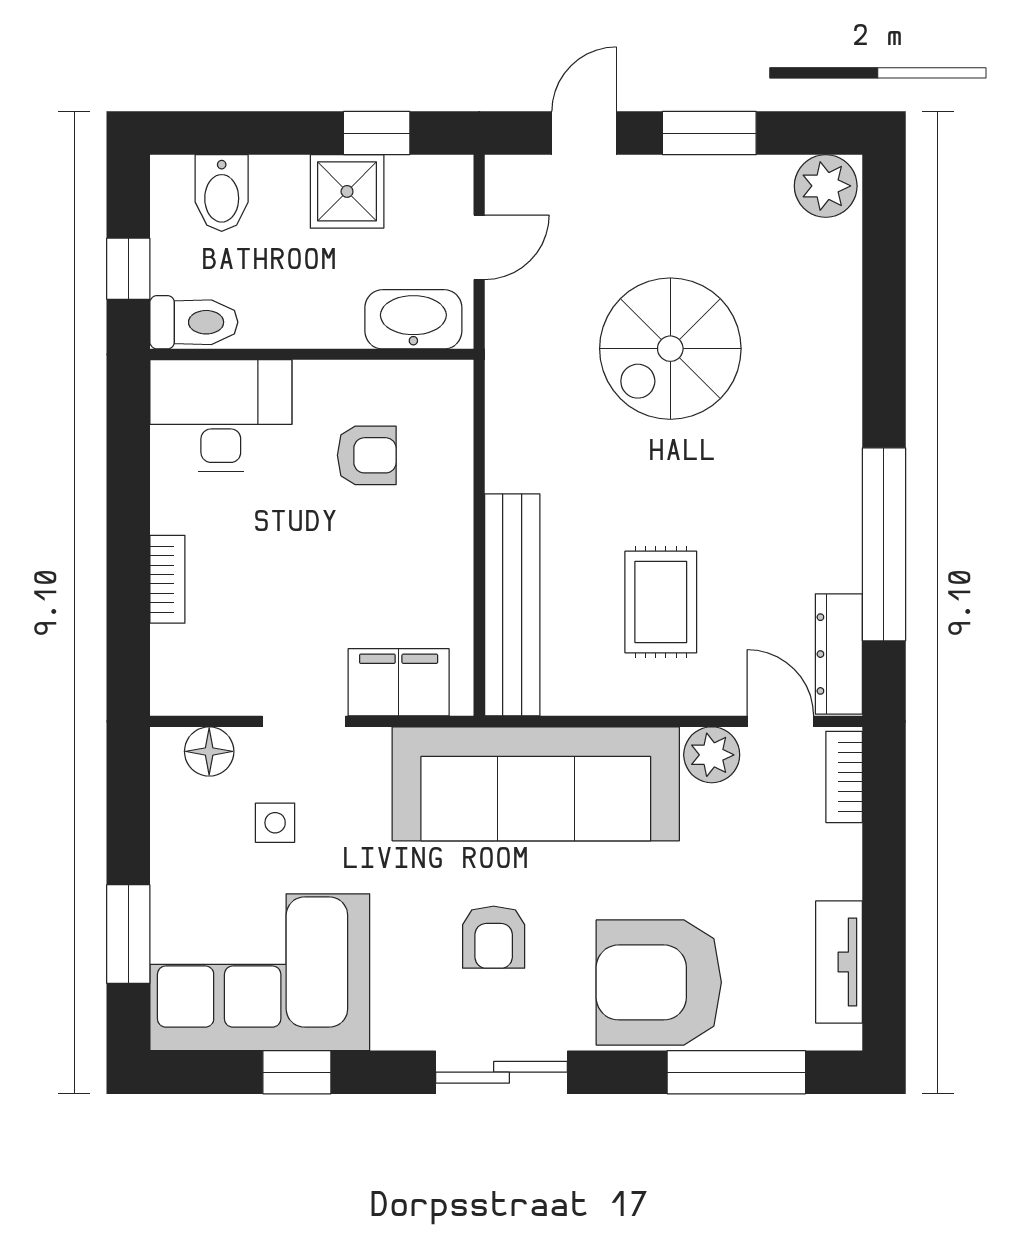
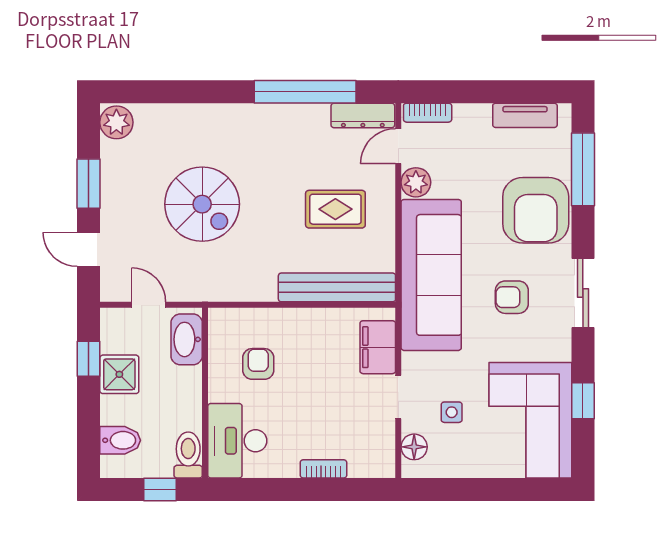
window: (128, 934) -> (510, 489), removed
armchair: (494, 937) -> (512, 297), turned 180

